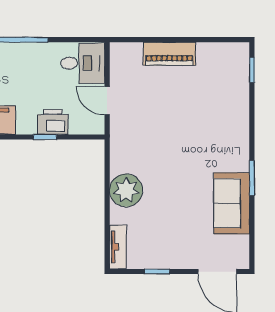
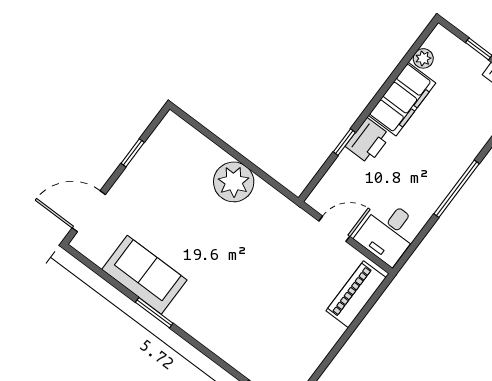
piano: (169, 54) -> (356, 294), moved
printer: (53, 122) -> (368, 141), moved
tv unit: (118, 247) -> (185, 133), removed

